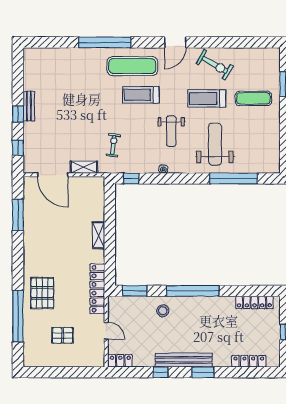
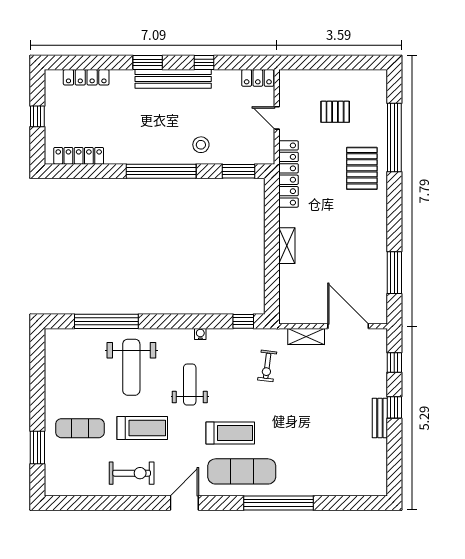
exercise bike: (215, 65) -> (132, 473), turned 150

